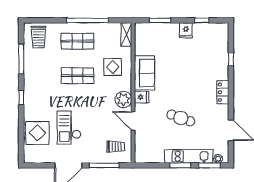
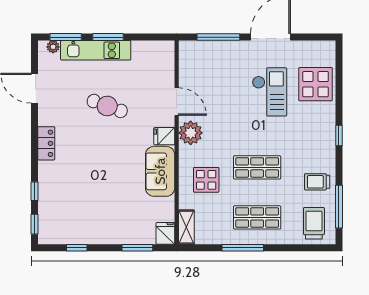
window: (87, 20) -> (243, 248), width x0.68
fridge: (186, 30) -> (165, 233), moved
window: (231, 37) -> (34, 224), added
window: (21, 59) -> (339, 207), moved
trolley: (116, 147) -> (317, 182), moved

